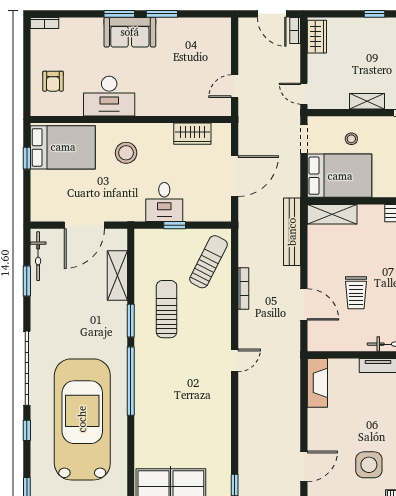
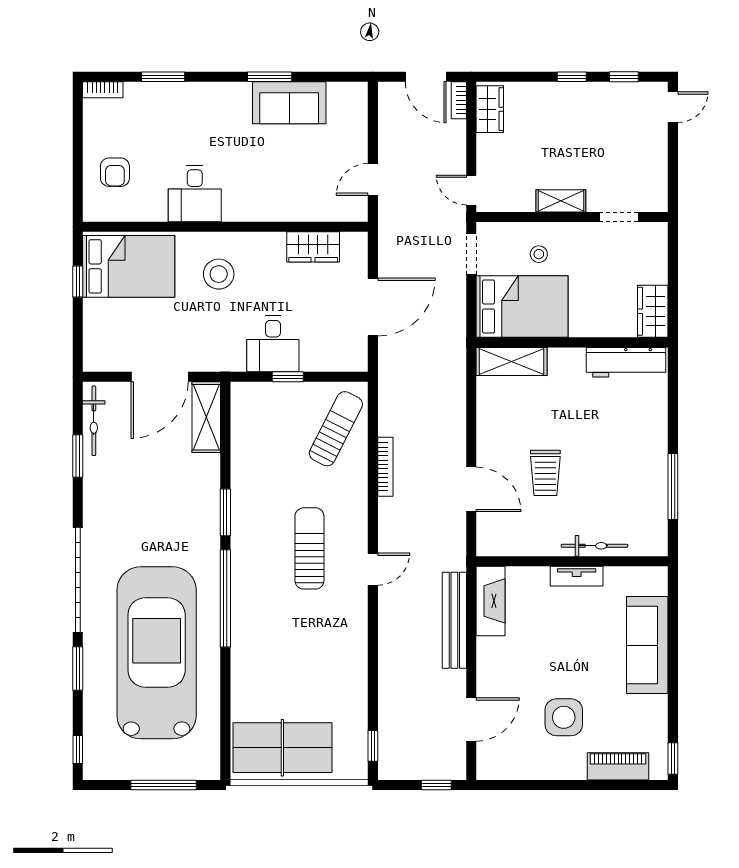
window: (119, 14) -> (163, 77), moved
sofa: (130, 32) -> (289, 103), moved
desk: (109, 96) -> (195, 193), width x0.73
bench: (292, 232) -> (454, 620), moved
shelving: (117, 276) -> (206, 417), moved
sun lounger: (167, 309) -> (309, 548), moved
window: (27, 430) -> (78, 668), width x1.50

